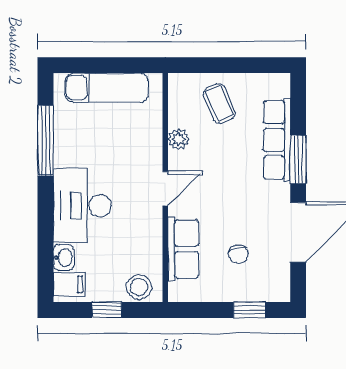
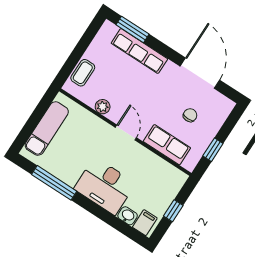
coffee table: (219, 103) -> (83, 73), moved, turned -67
window: (298, 160) -> (133, 29), moved
chair: (238, 254) -> (190, 115), turned -79
stool: (139, 287) -> (172, 184), removed
window: (249, 310) -> (213, 150), moved

